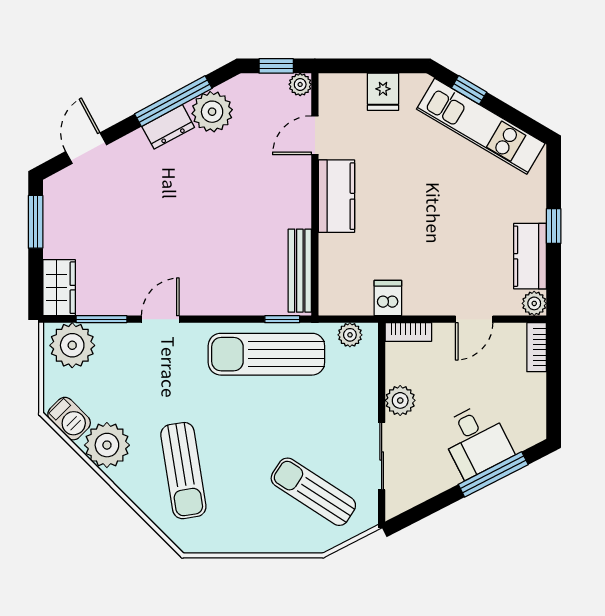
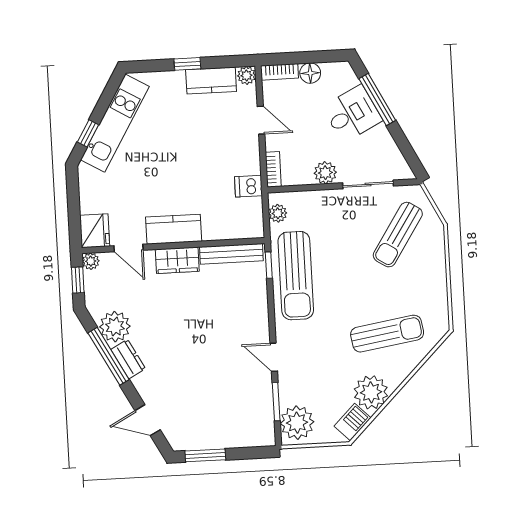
fridge: (383, 92) -> (95, 231), moved, width x1.38
wardrobe: (59, 288) -> (177, 260), moved, turned 180
floor lamp: (533, 388) -> (310, 73), added

